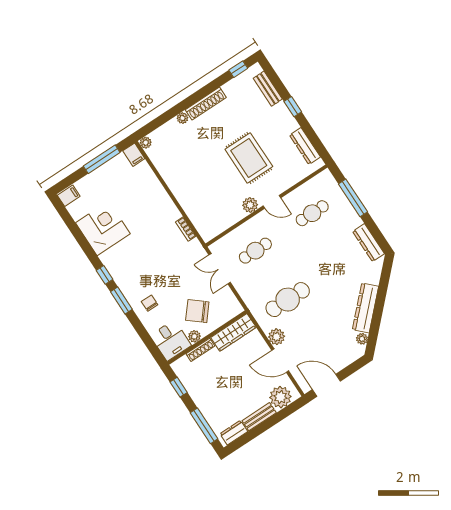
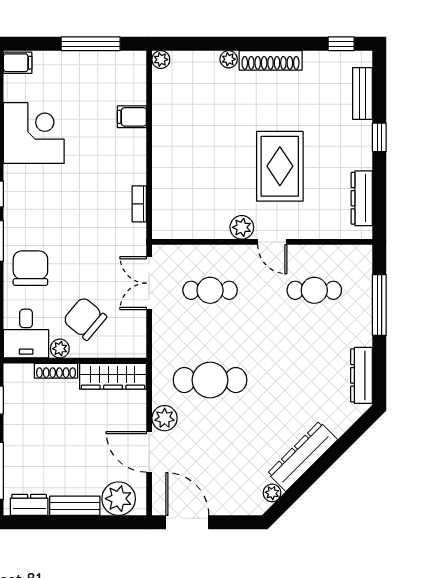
filing cabinet: (134, 155) -> (132, 117), moved, turned 90
chair: (150, 303) -> (30, 268), width x1.87, depth x1.87

